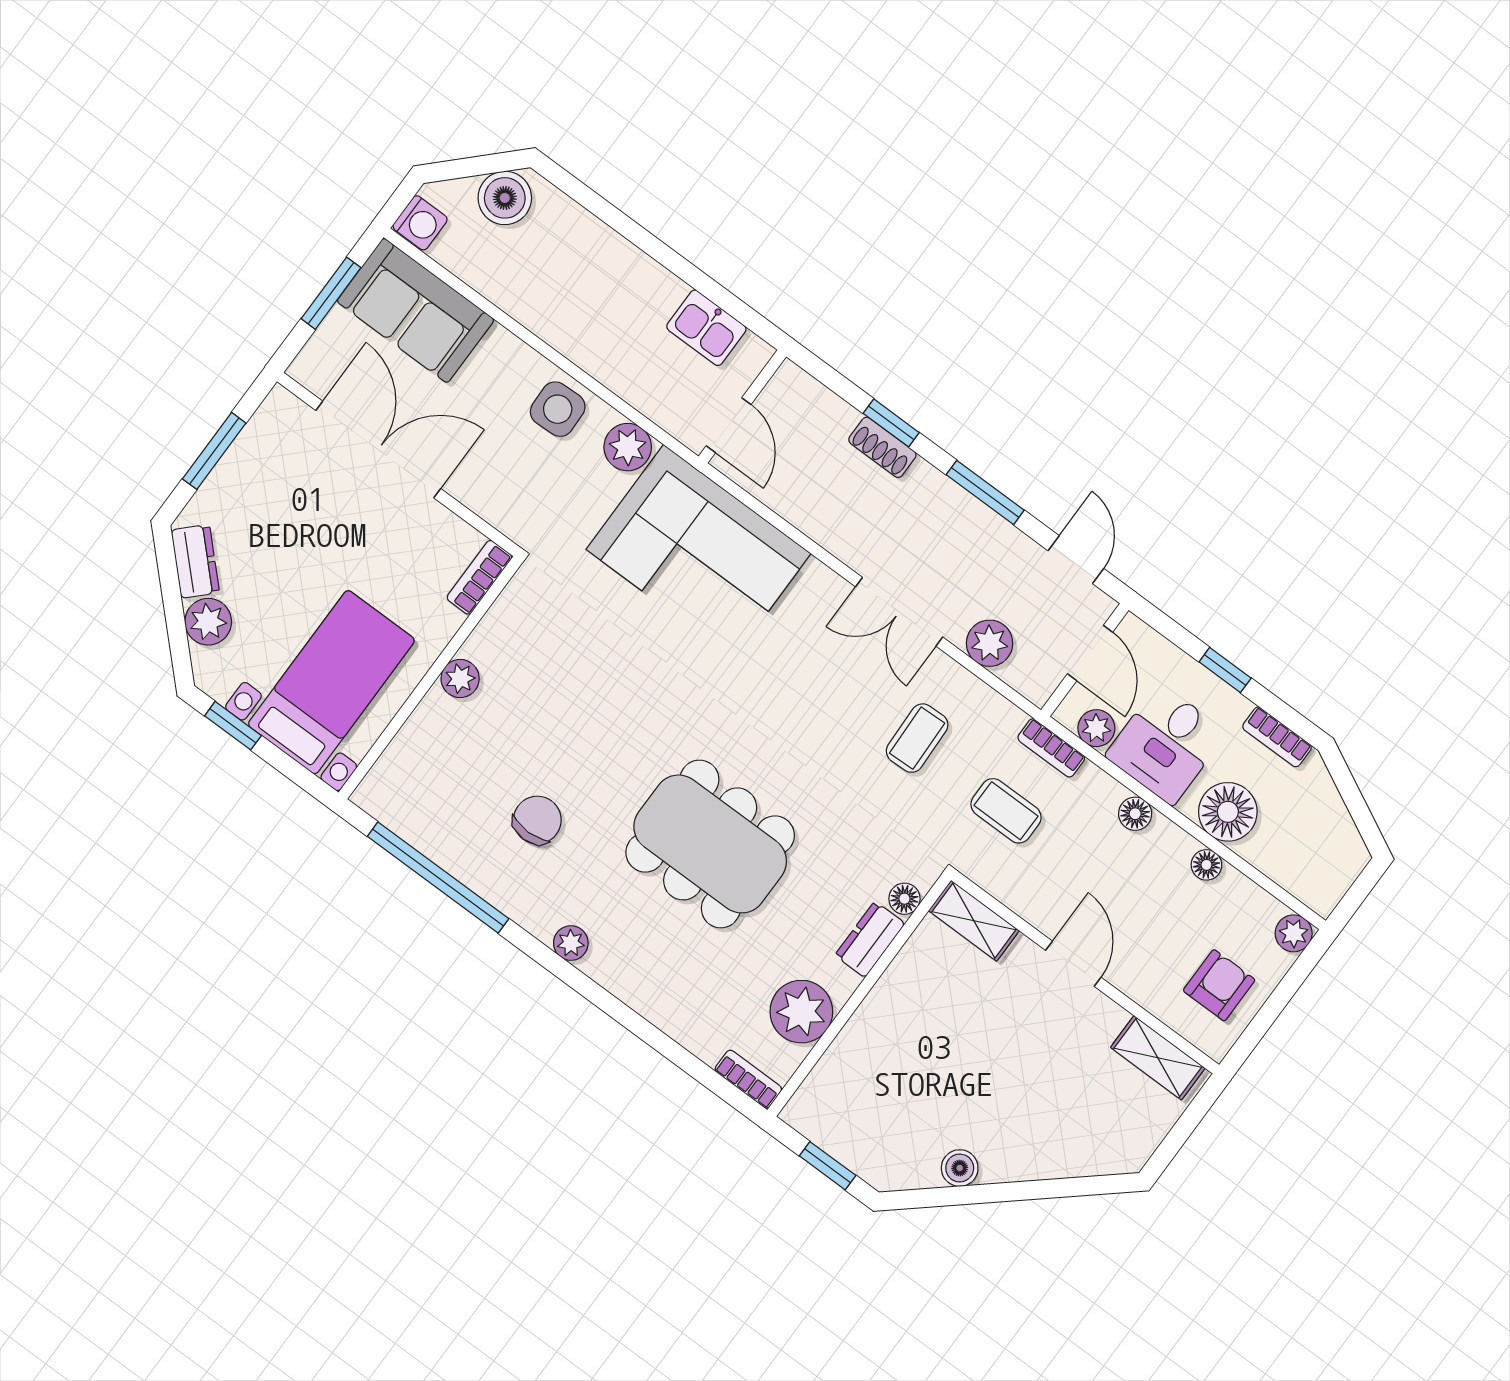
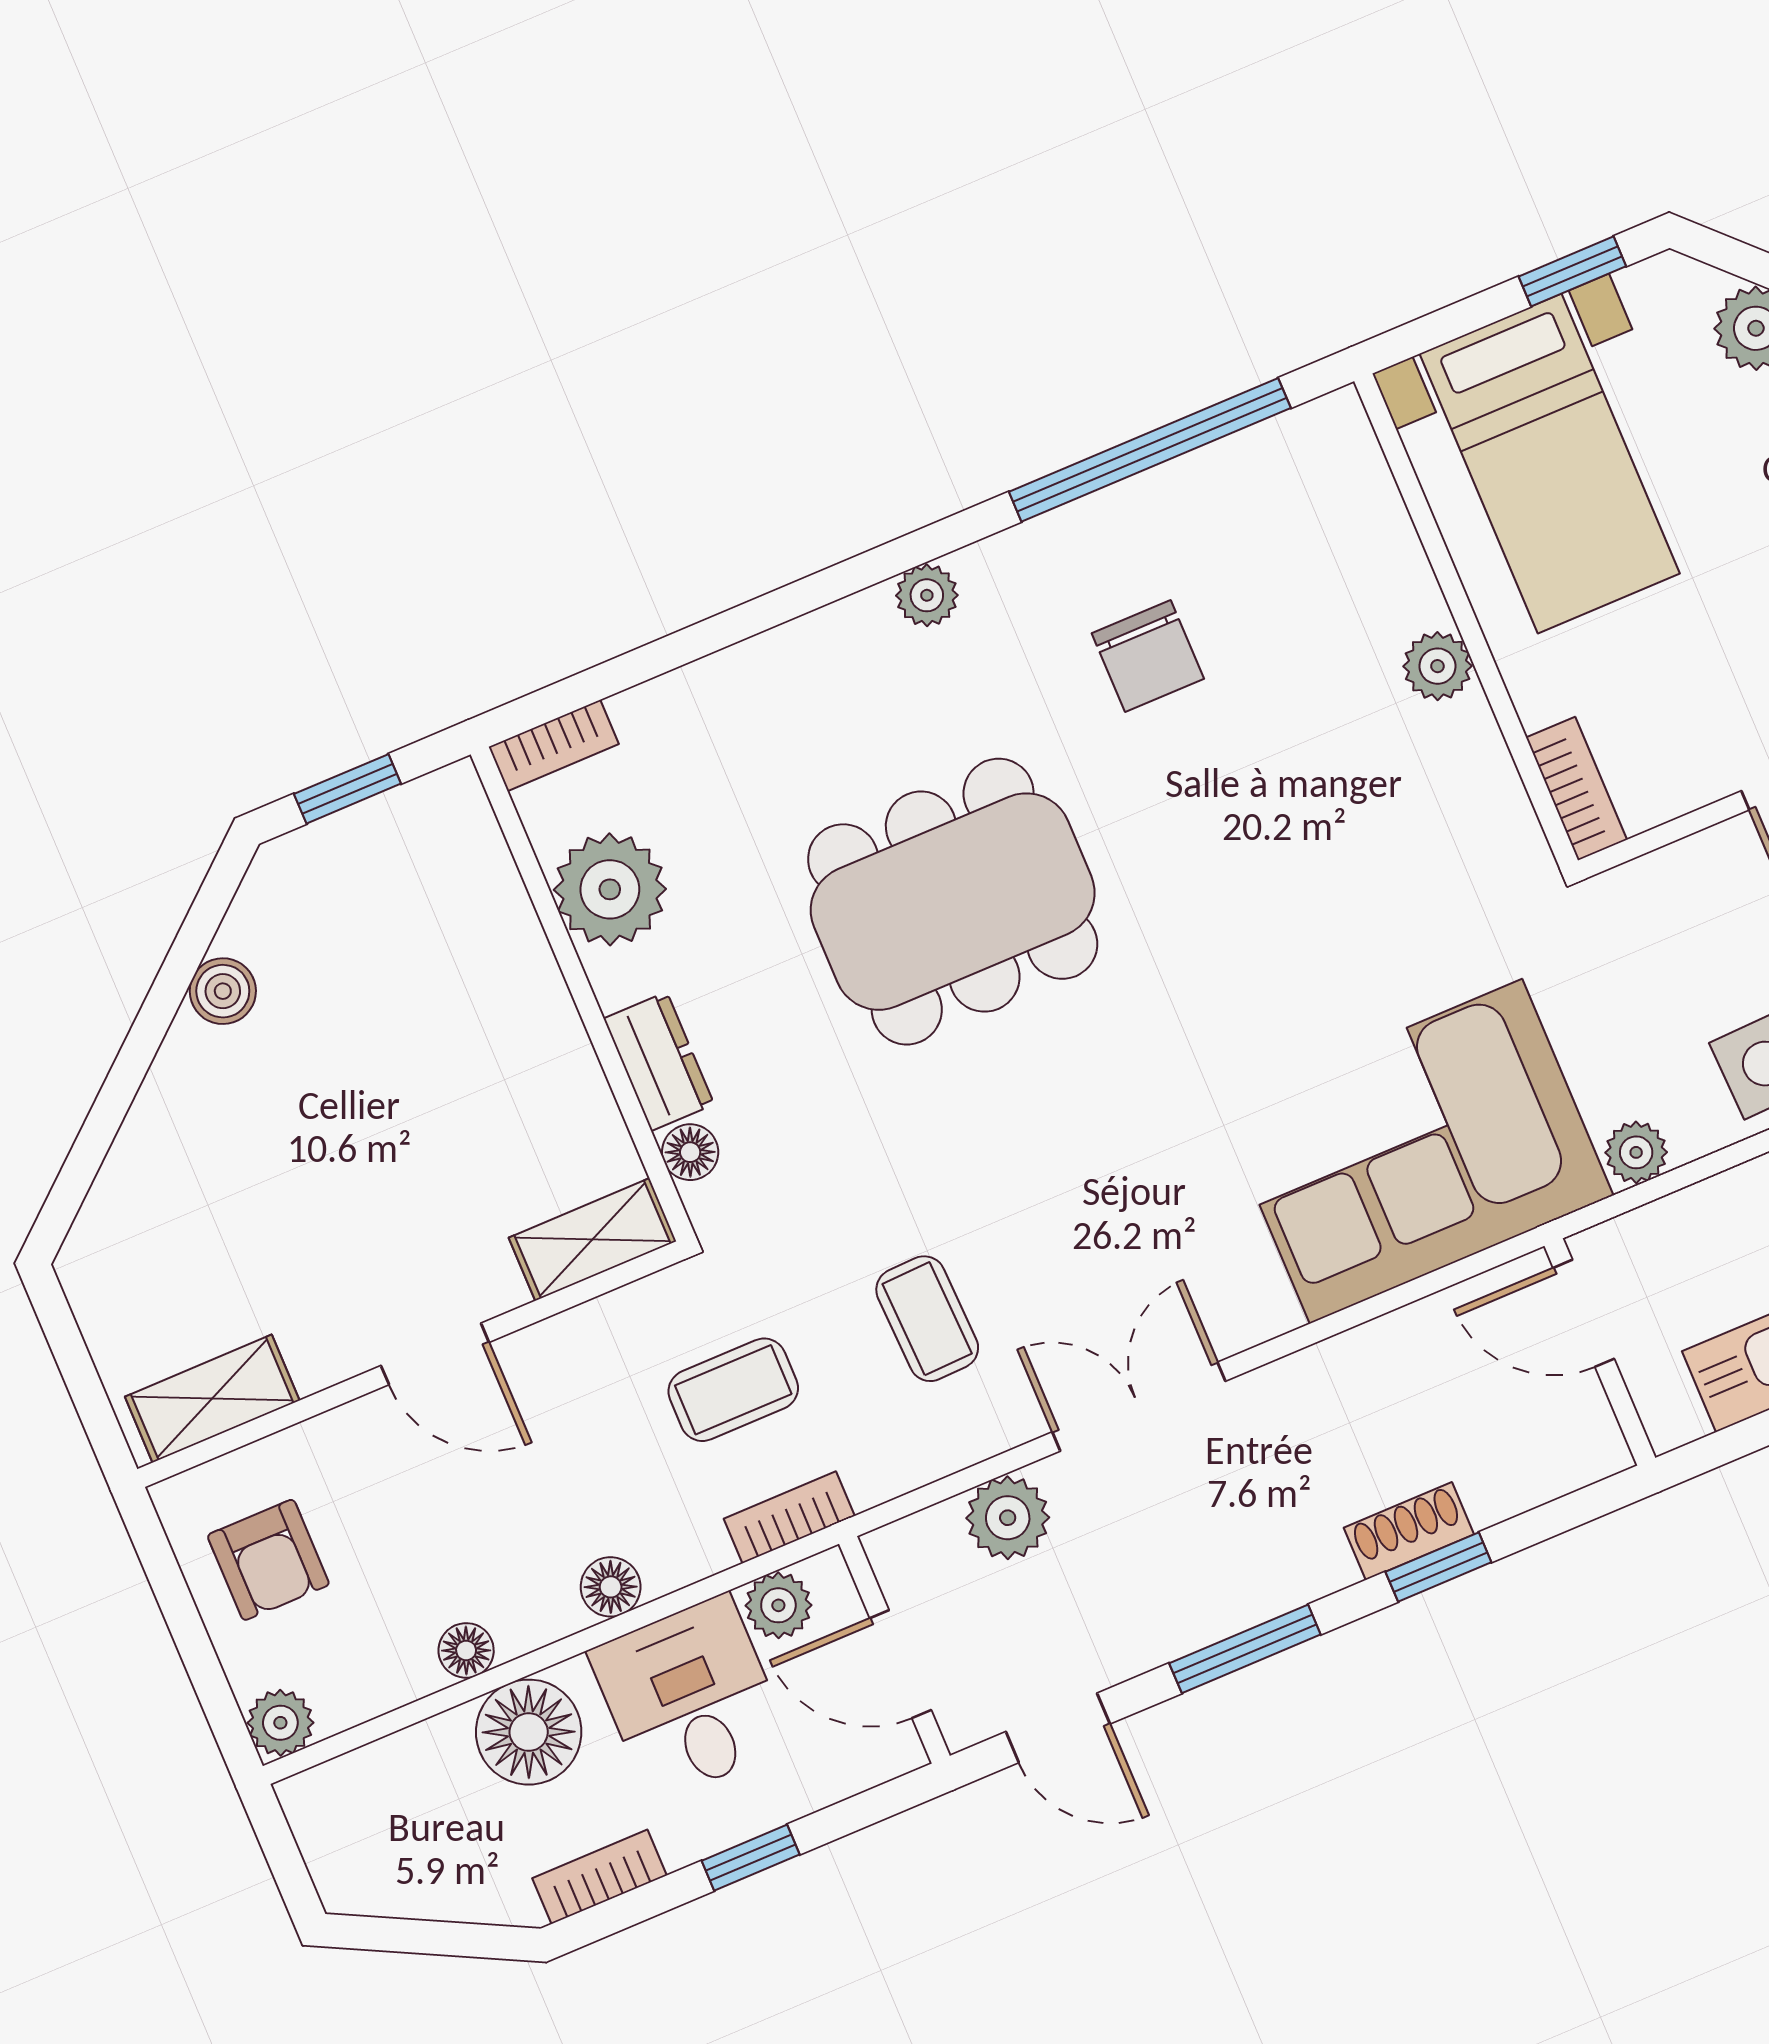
plant: (628, 447) -> (1636, 1152), width x0.73, depth x0.73

